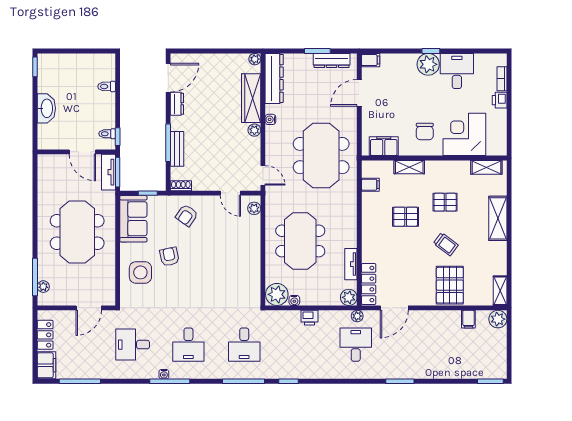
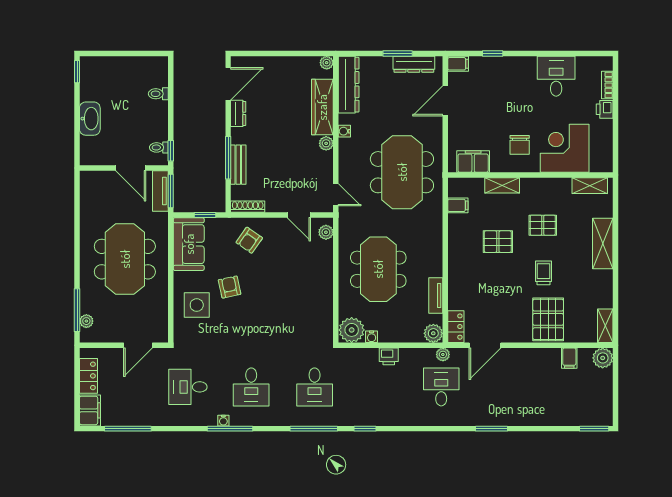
window: (431, 51) -> (493, 53), moved
plant: (428, 64) -> (524, 69), removed
shoe rack: (181, 186) -> (248, 207), width x1.43
trolley: (446, 244) -> (544, 273), turned -127
locker: (369, 284) -> (456, 327), width x0.66

